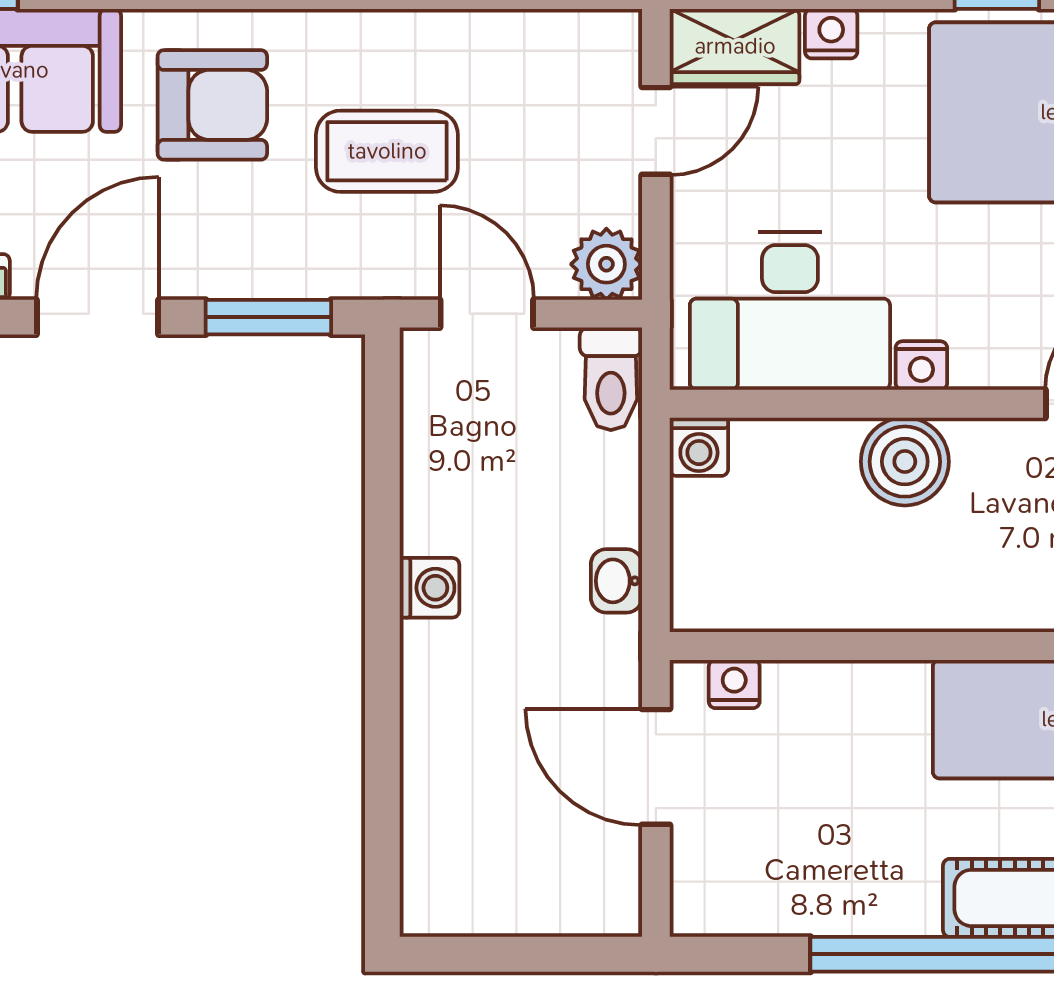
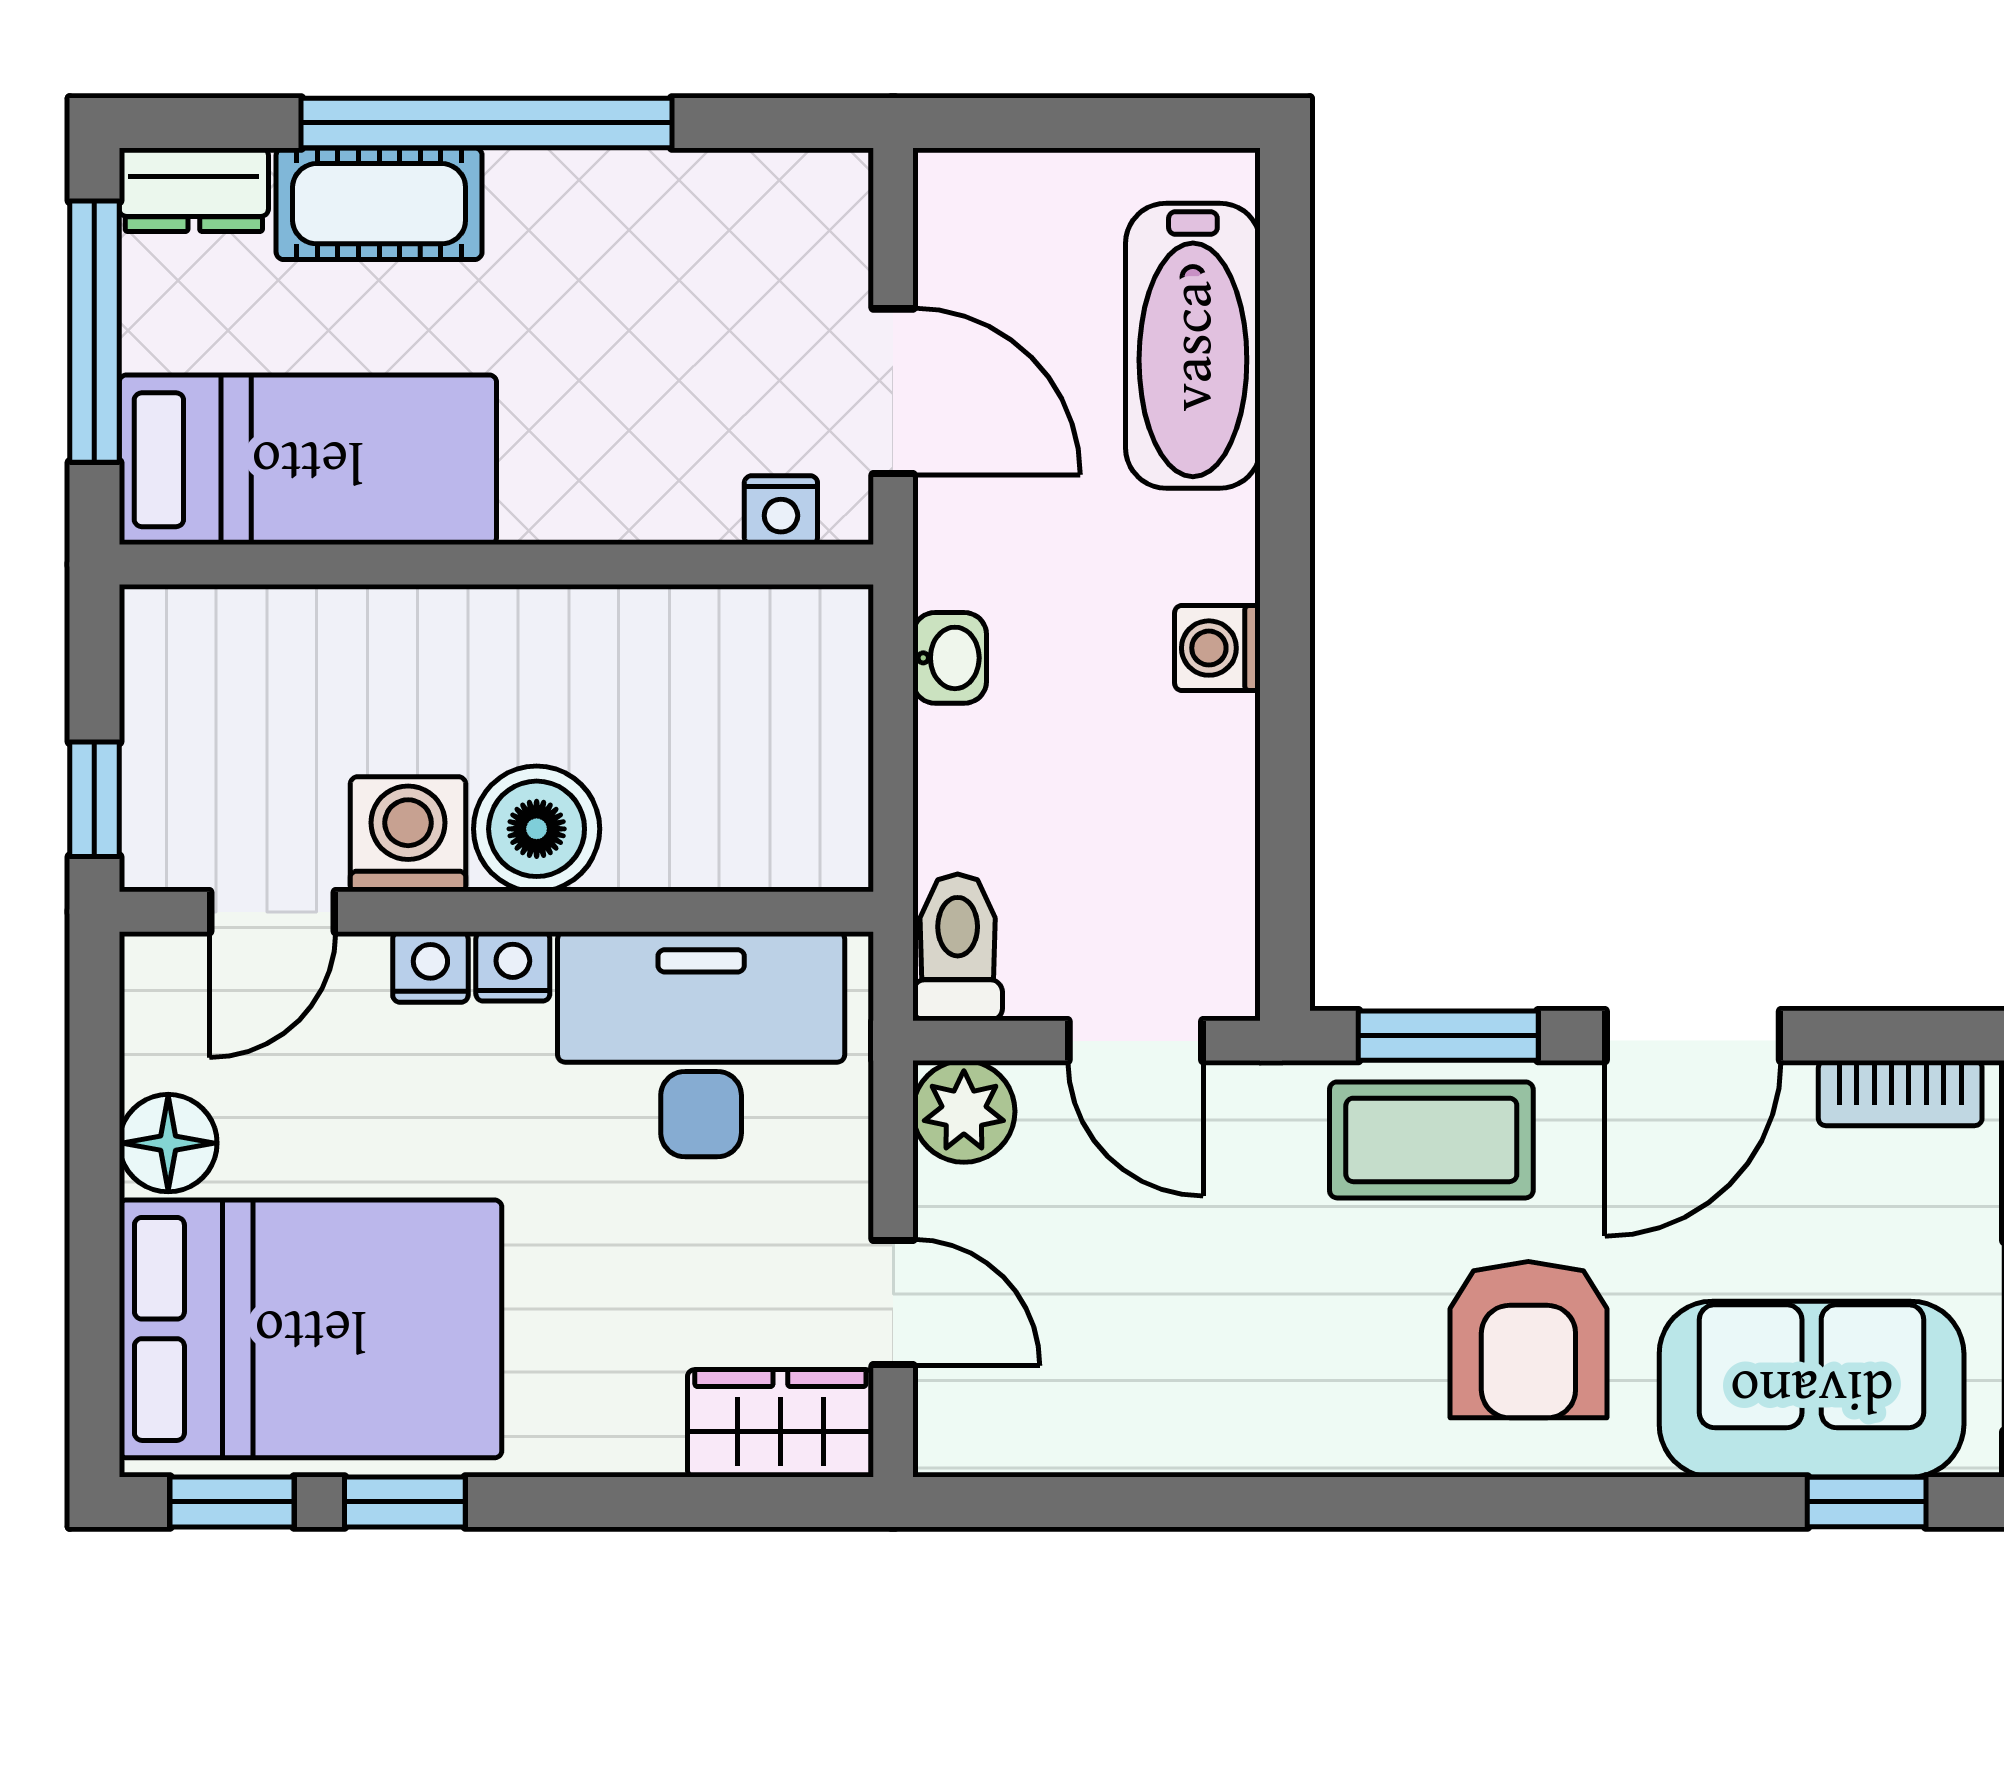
nightstand: (831, 34) -> (430, 967), moved, turned 180
armchair: (212, 105) -> (1528, 1340), turned -90
door: (656, 131) -> (893, 1302), swing flipped
coffee table: (387, 151) -> (1431, 1140), moved
washing machine: (699, 447) -> (408, 834), moved, width x1.38, depth x1.38
bathtub: (447, 799) -> (1193, 346), added

